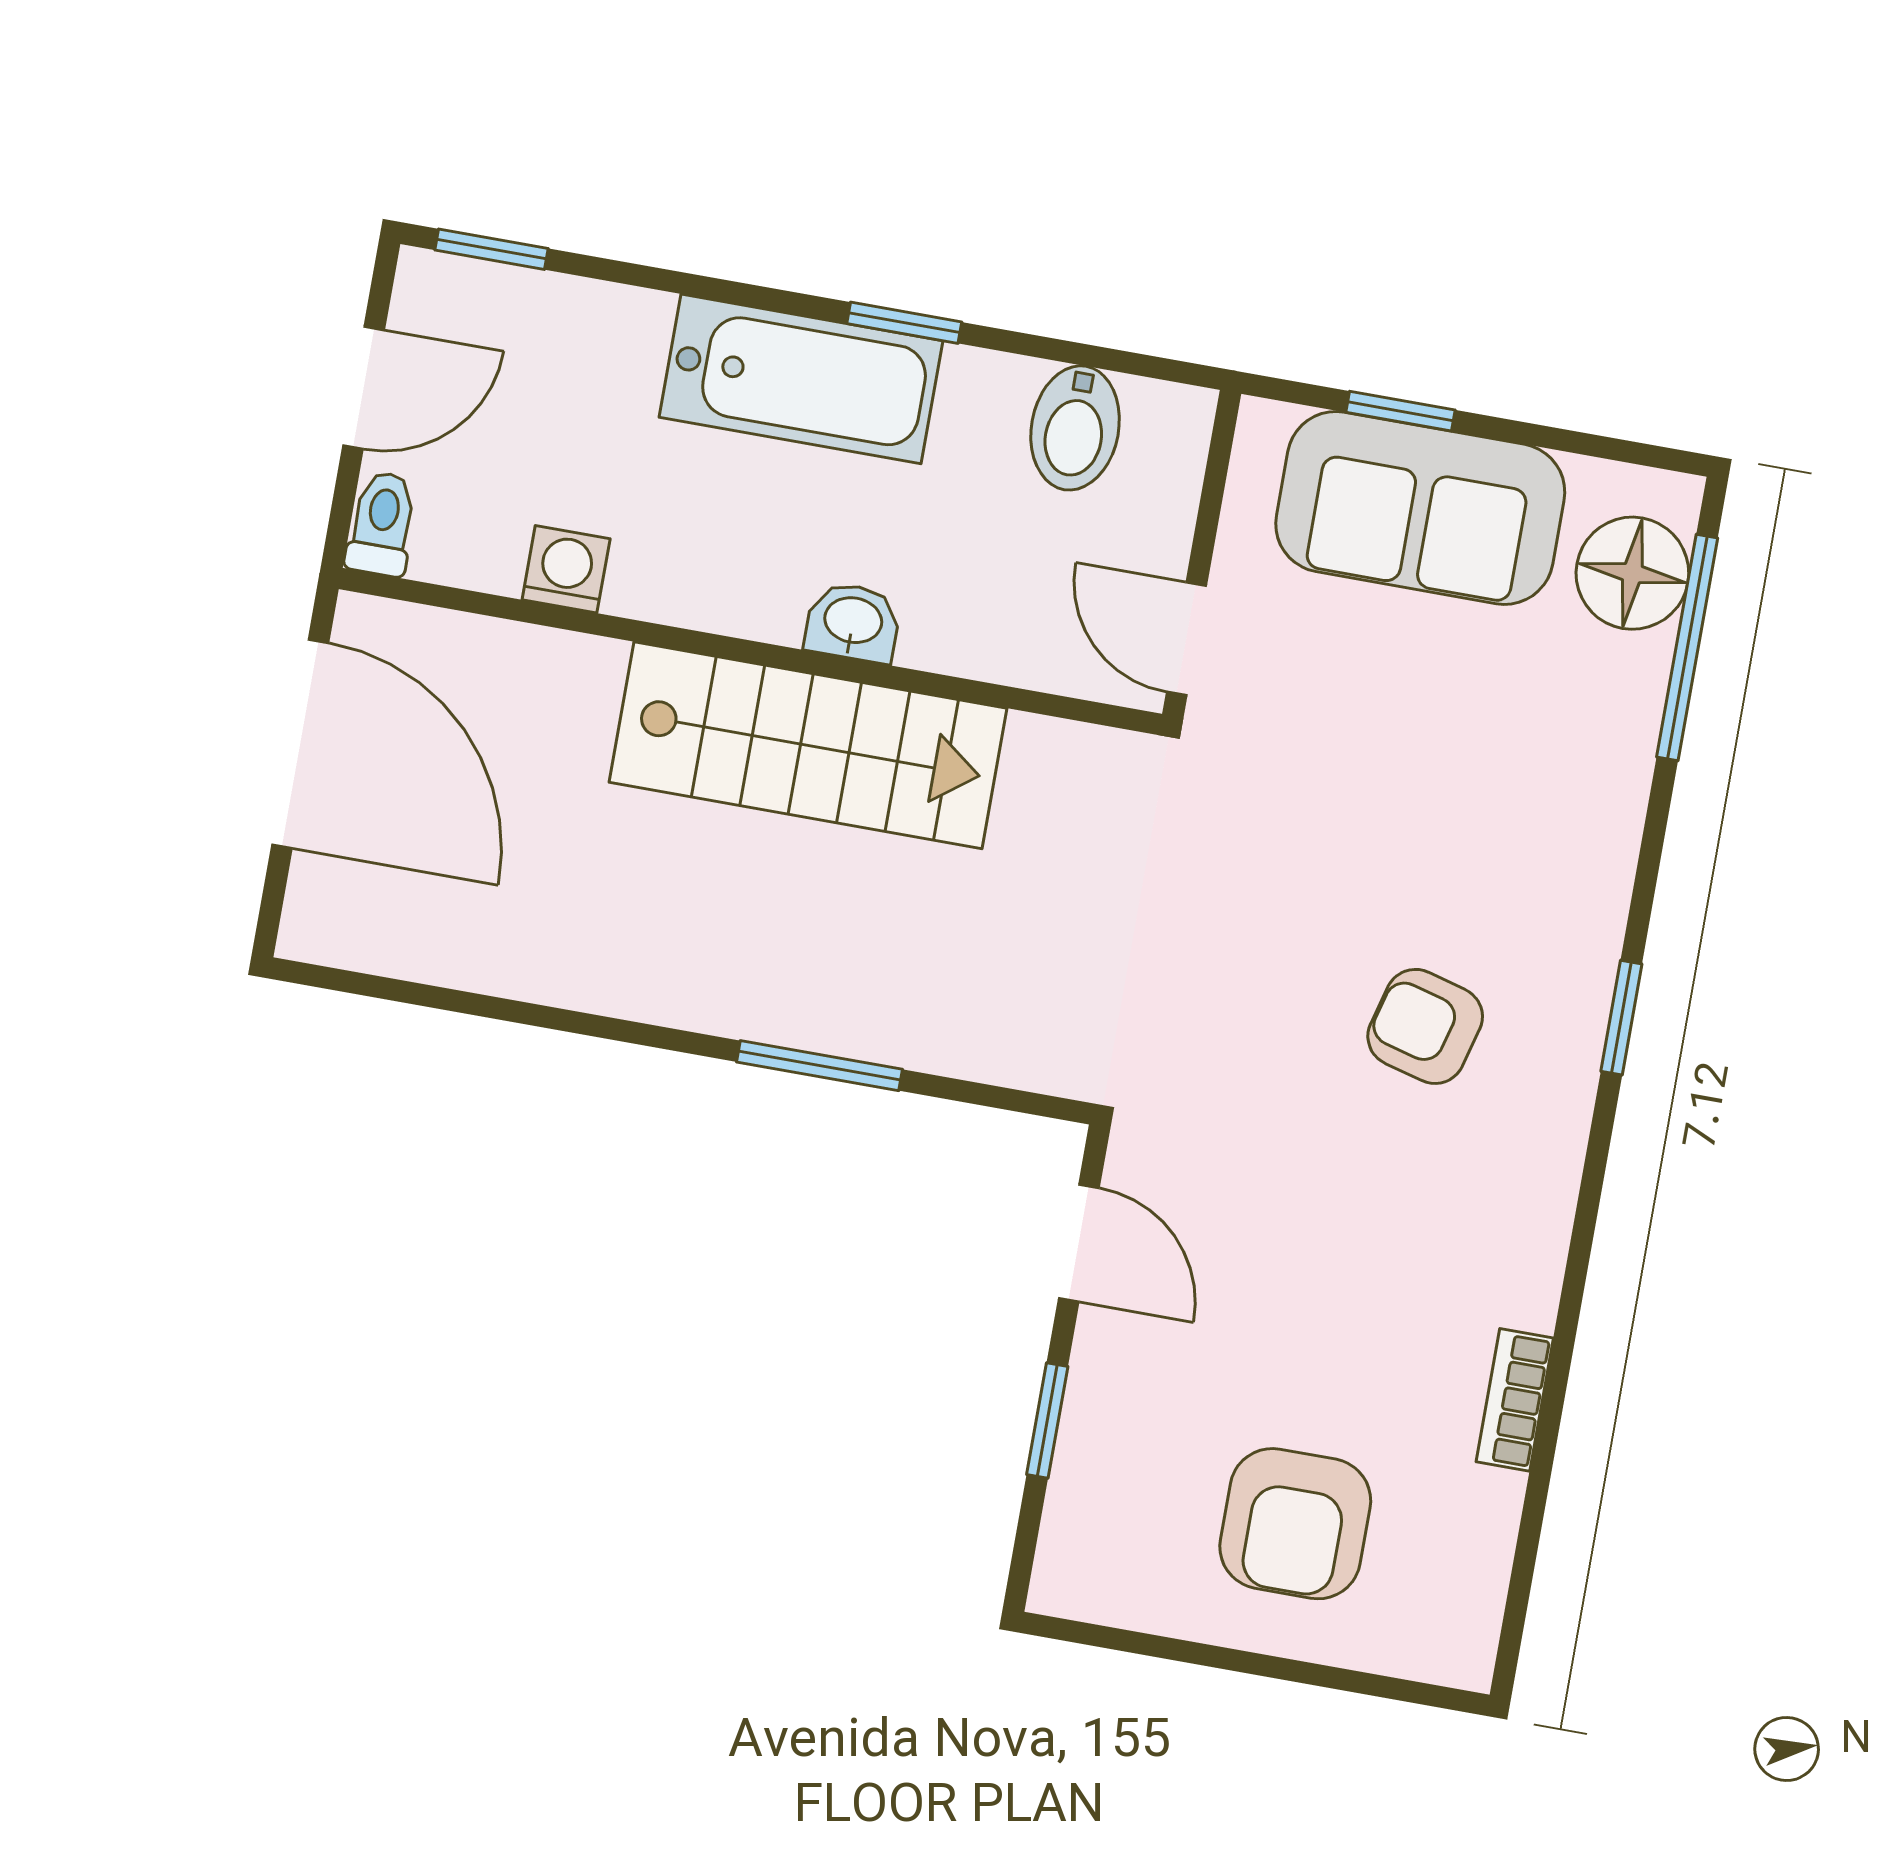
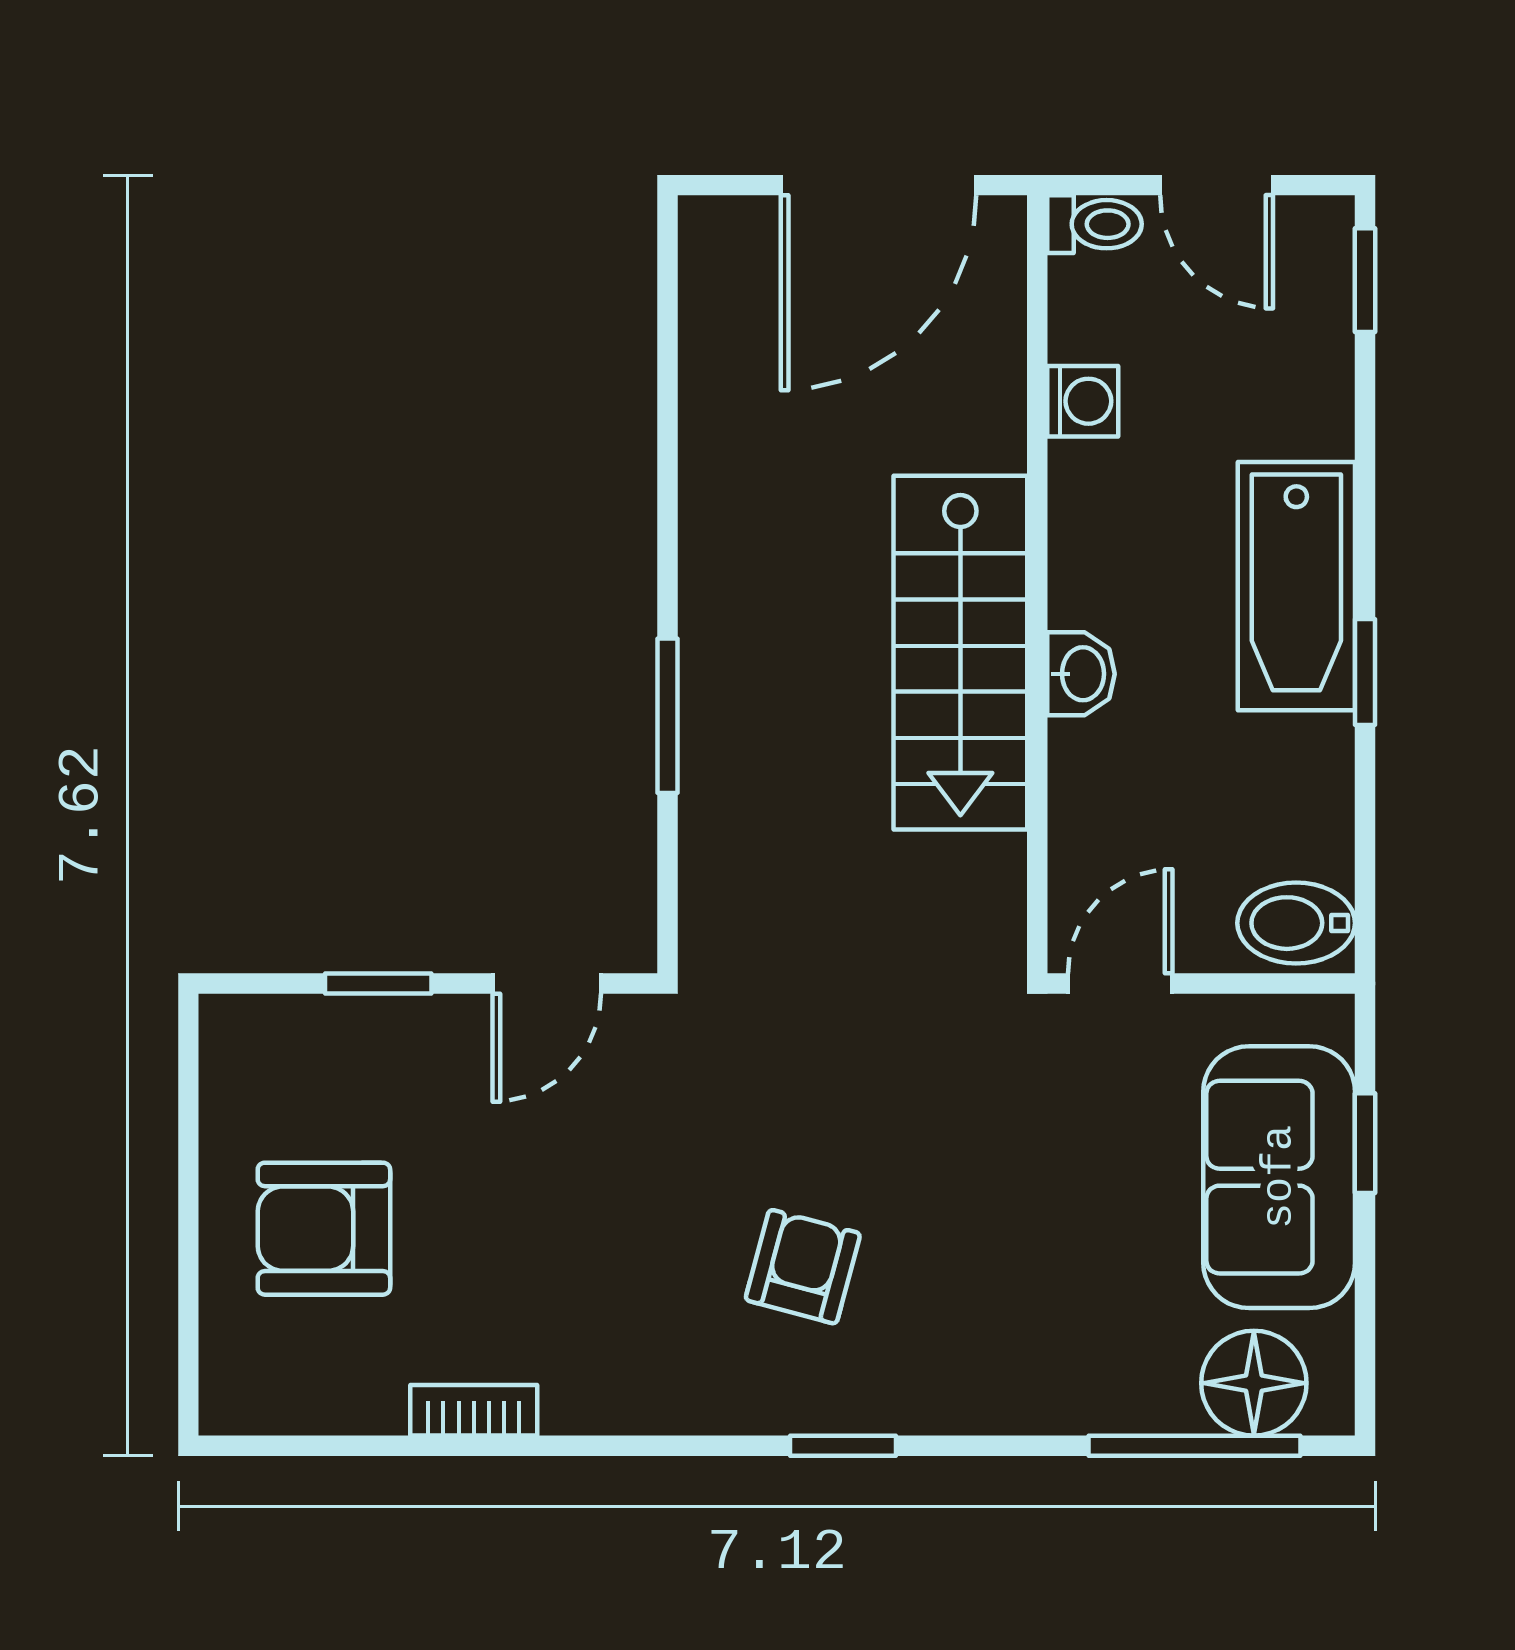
bidet: (1075, 428) -> (1296, 923), moved

